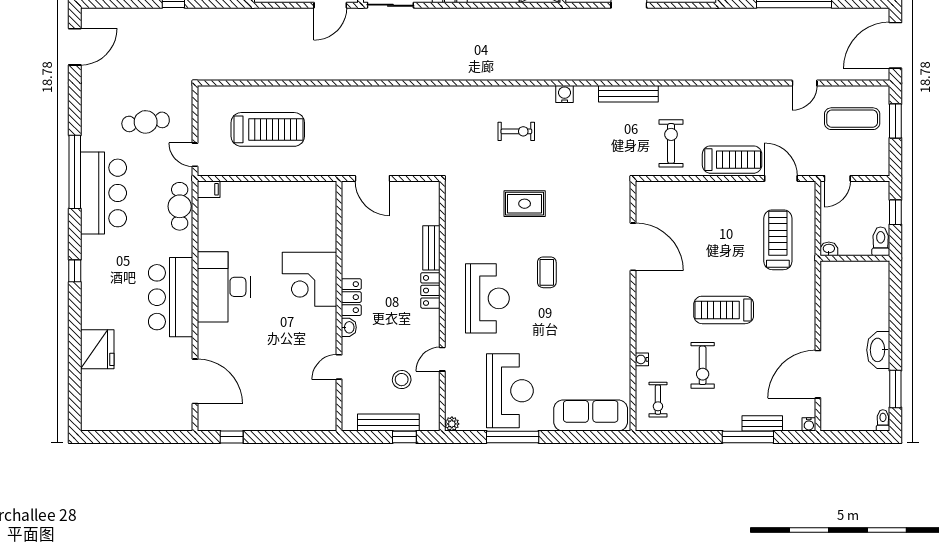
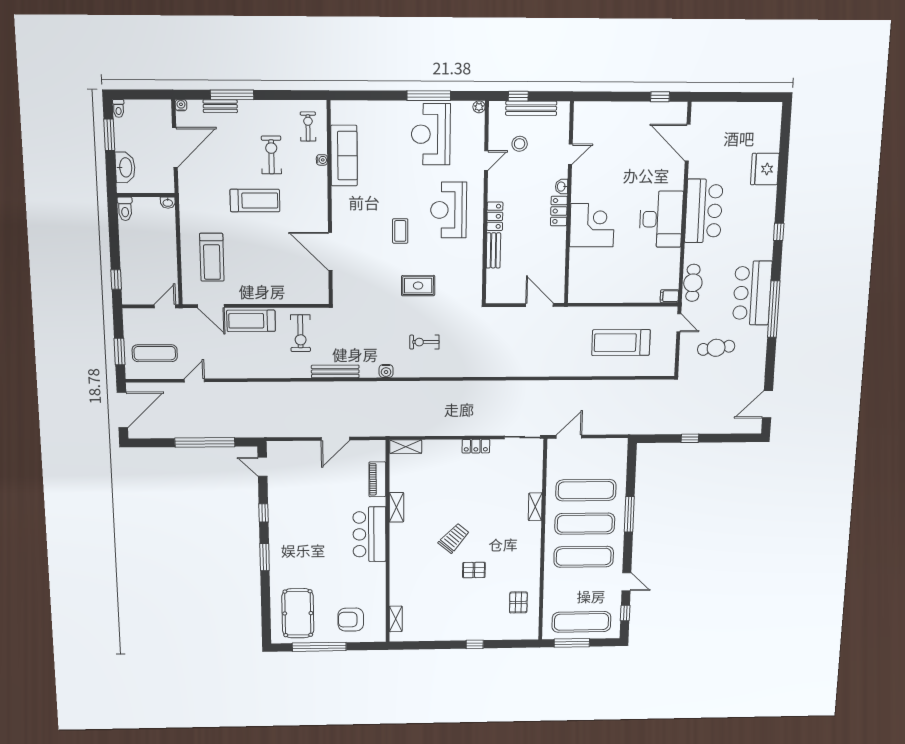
toilet: (881, 241) -> (125, 209), moved
washbasin: (829, 249) -> (168, 203), moved
wall: (855, 258) -> (146, 195), moved
sofa: (591, 415) -> (344, 156), moved, turned -90

